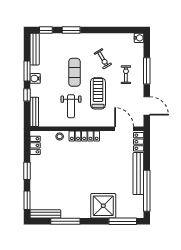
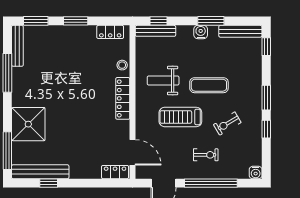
window: (71, 30) -> (266, 98), moved
window: (107, 30) -> (266, 129), added
window: (147, 71) -> (211, 183), width x1.46
treadmill: (98, 93) -> (180, 117), turned 180
window: (27, 95) -> (158, 21), moved
door: (124, 129) -> (133, 152), hinge flipped
bench: (138, 174) -> (40, 172), moved
window: (147, 191) -> (49, 183), width x0.32

